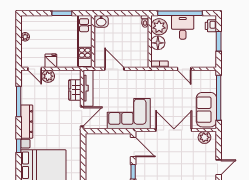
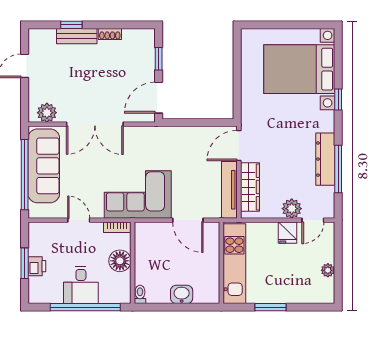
washbasin: (101, 21) -> (182, 294), moved
printer: (211, 26) -> (37, 266), moved
plant: (159, 27) -> (118, 286), removed
door: (35, 69) -> (313, 220), swing flipped
wardrobe: (75, 90) -> (250, 187), width x1.50
sofa: (206, 110) -> (44, 166), width x1.36
corner sofa: (129, 114) -> (138, 194), moved, turned 180
dresser: (27, 122) -> (325, 159), moved
door: (133, 147) -> (159, 98), hinge flipped

